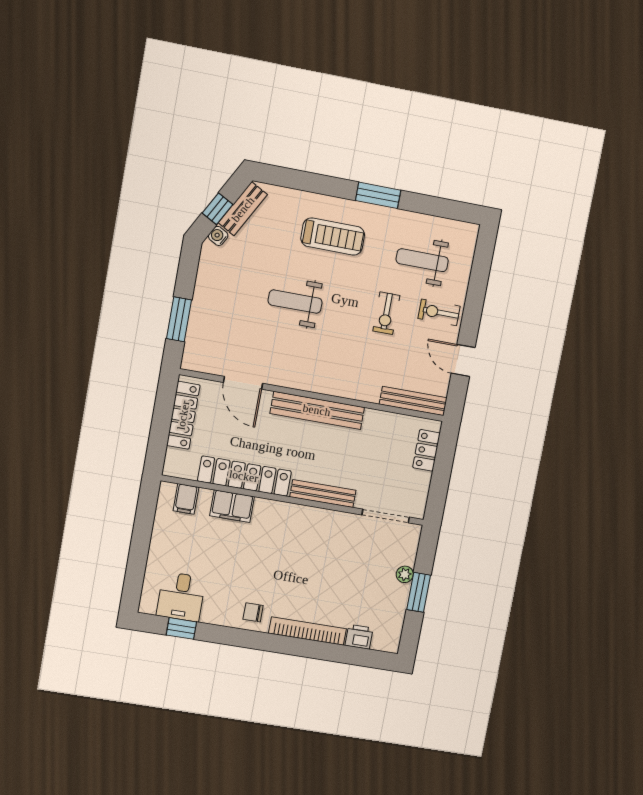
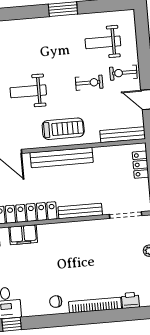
treadmill: (333, 237) -> (63, 129), moved
exercise bike: (386, 313) -> (89, 83), turned -90

